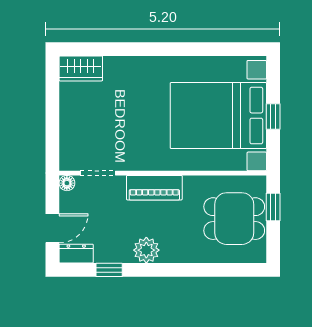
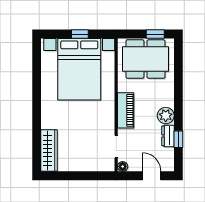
wardrobe: (81, 68) -> (49, 151), width x1.50
window: (273, 207) -> (155, 34), moved
dining table: (234, 219) -> (145, 59), width x1.38
dresser: (76, 254) -> (168, 136), moved

